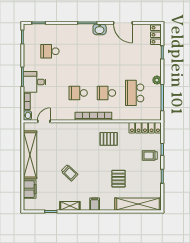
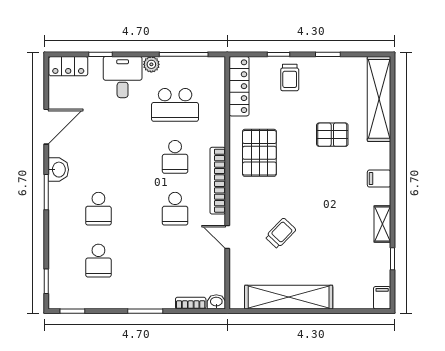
school desk: (78, 51) -> (98, 209), added
desk: (35, 82) -> (123, 77), moved, turned 180
door: (44, 121) -> (227, 237), moved
pallet: (109, 139) -> (259, 153), width x1.50, depth x1.42
trolley: (69, 173) -> (281, 233), moved
filing cabinet: (30, 189) -> (382, 298), moved, width x0.50

